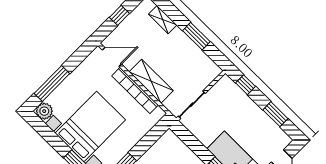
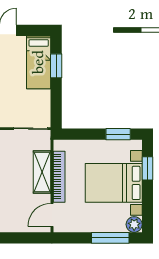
window: (119, 15) -> (19, 238), removed
door: (112, 57) -> (52, 215), hinge flipped

